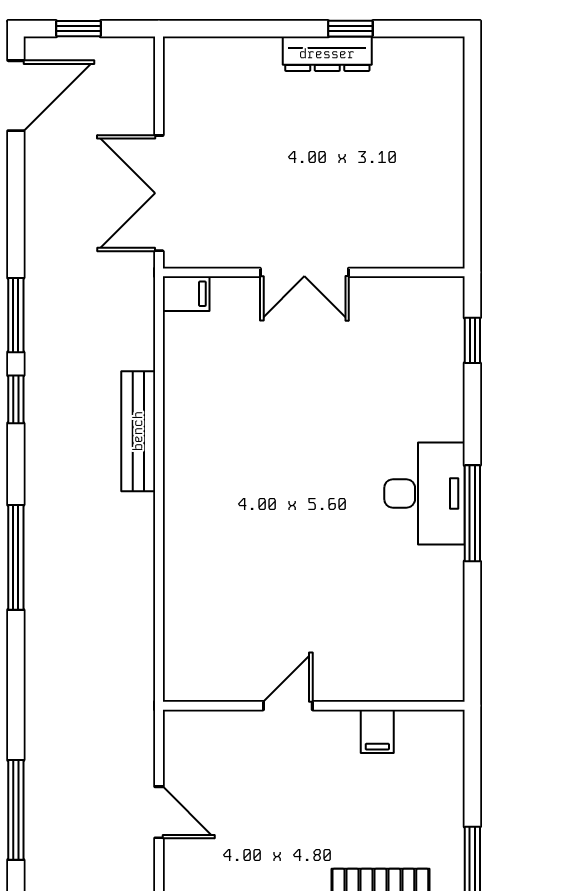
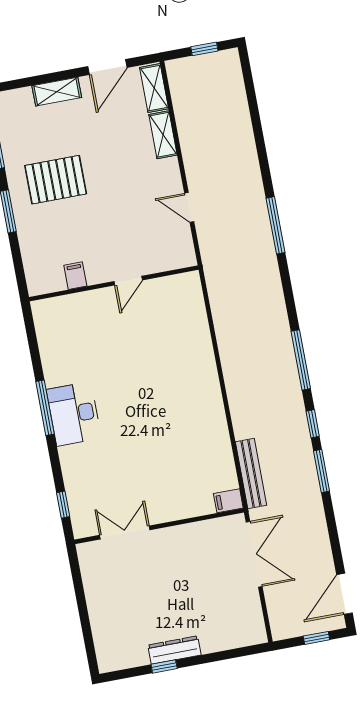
double door: (304, 272) -> (125, 533), moved
bench: (138, 431) -> (251, 474), moved
window: (16, 557) -> (301, 360), moved
window: (16, 810) -> (276, 225), moved

